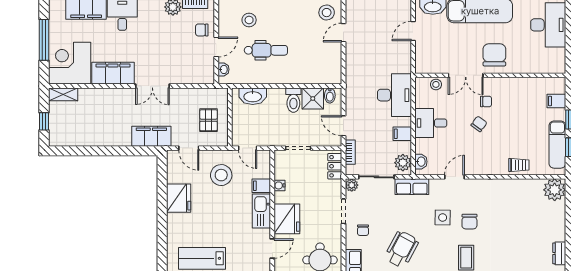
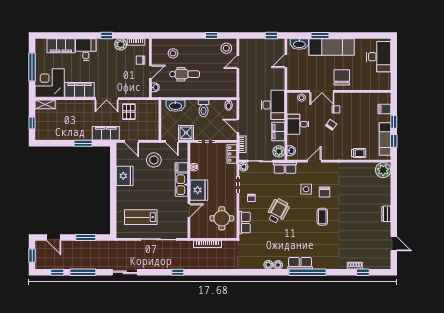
shower: (313, 99) -> (186, 133), moved
pallet: (209, 120) -> (129, 112), moved
filing cabinet: (402, 134) -> (278, 132), width x2.00
window: (118, 151) -> (83, 143), added

